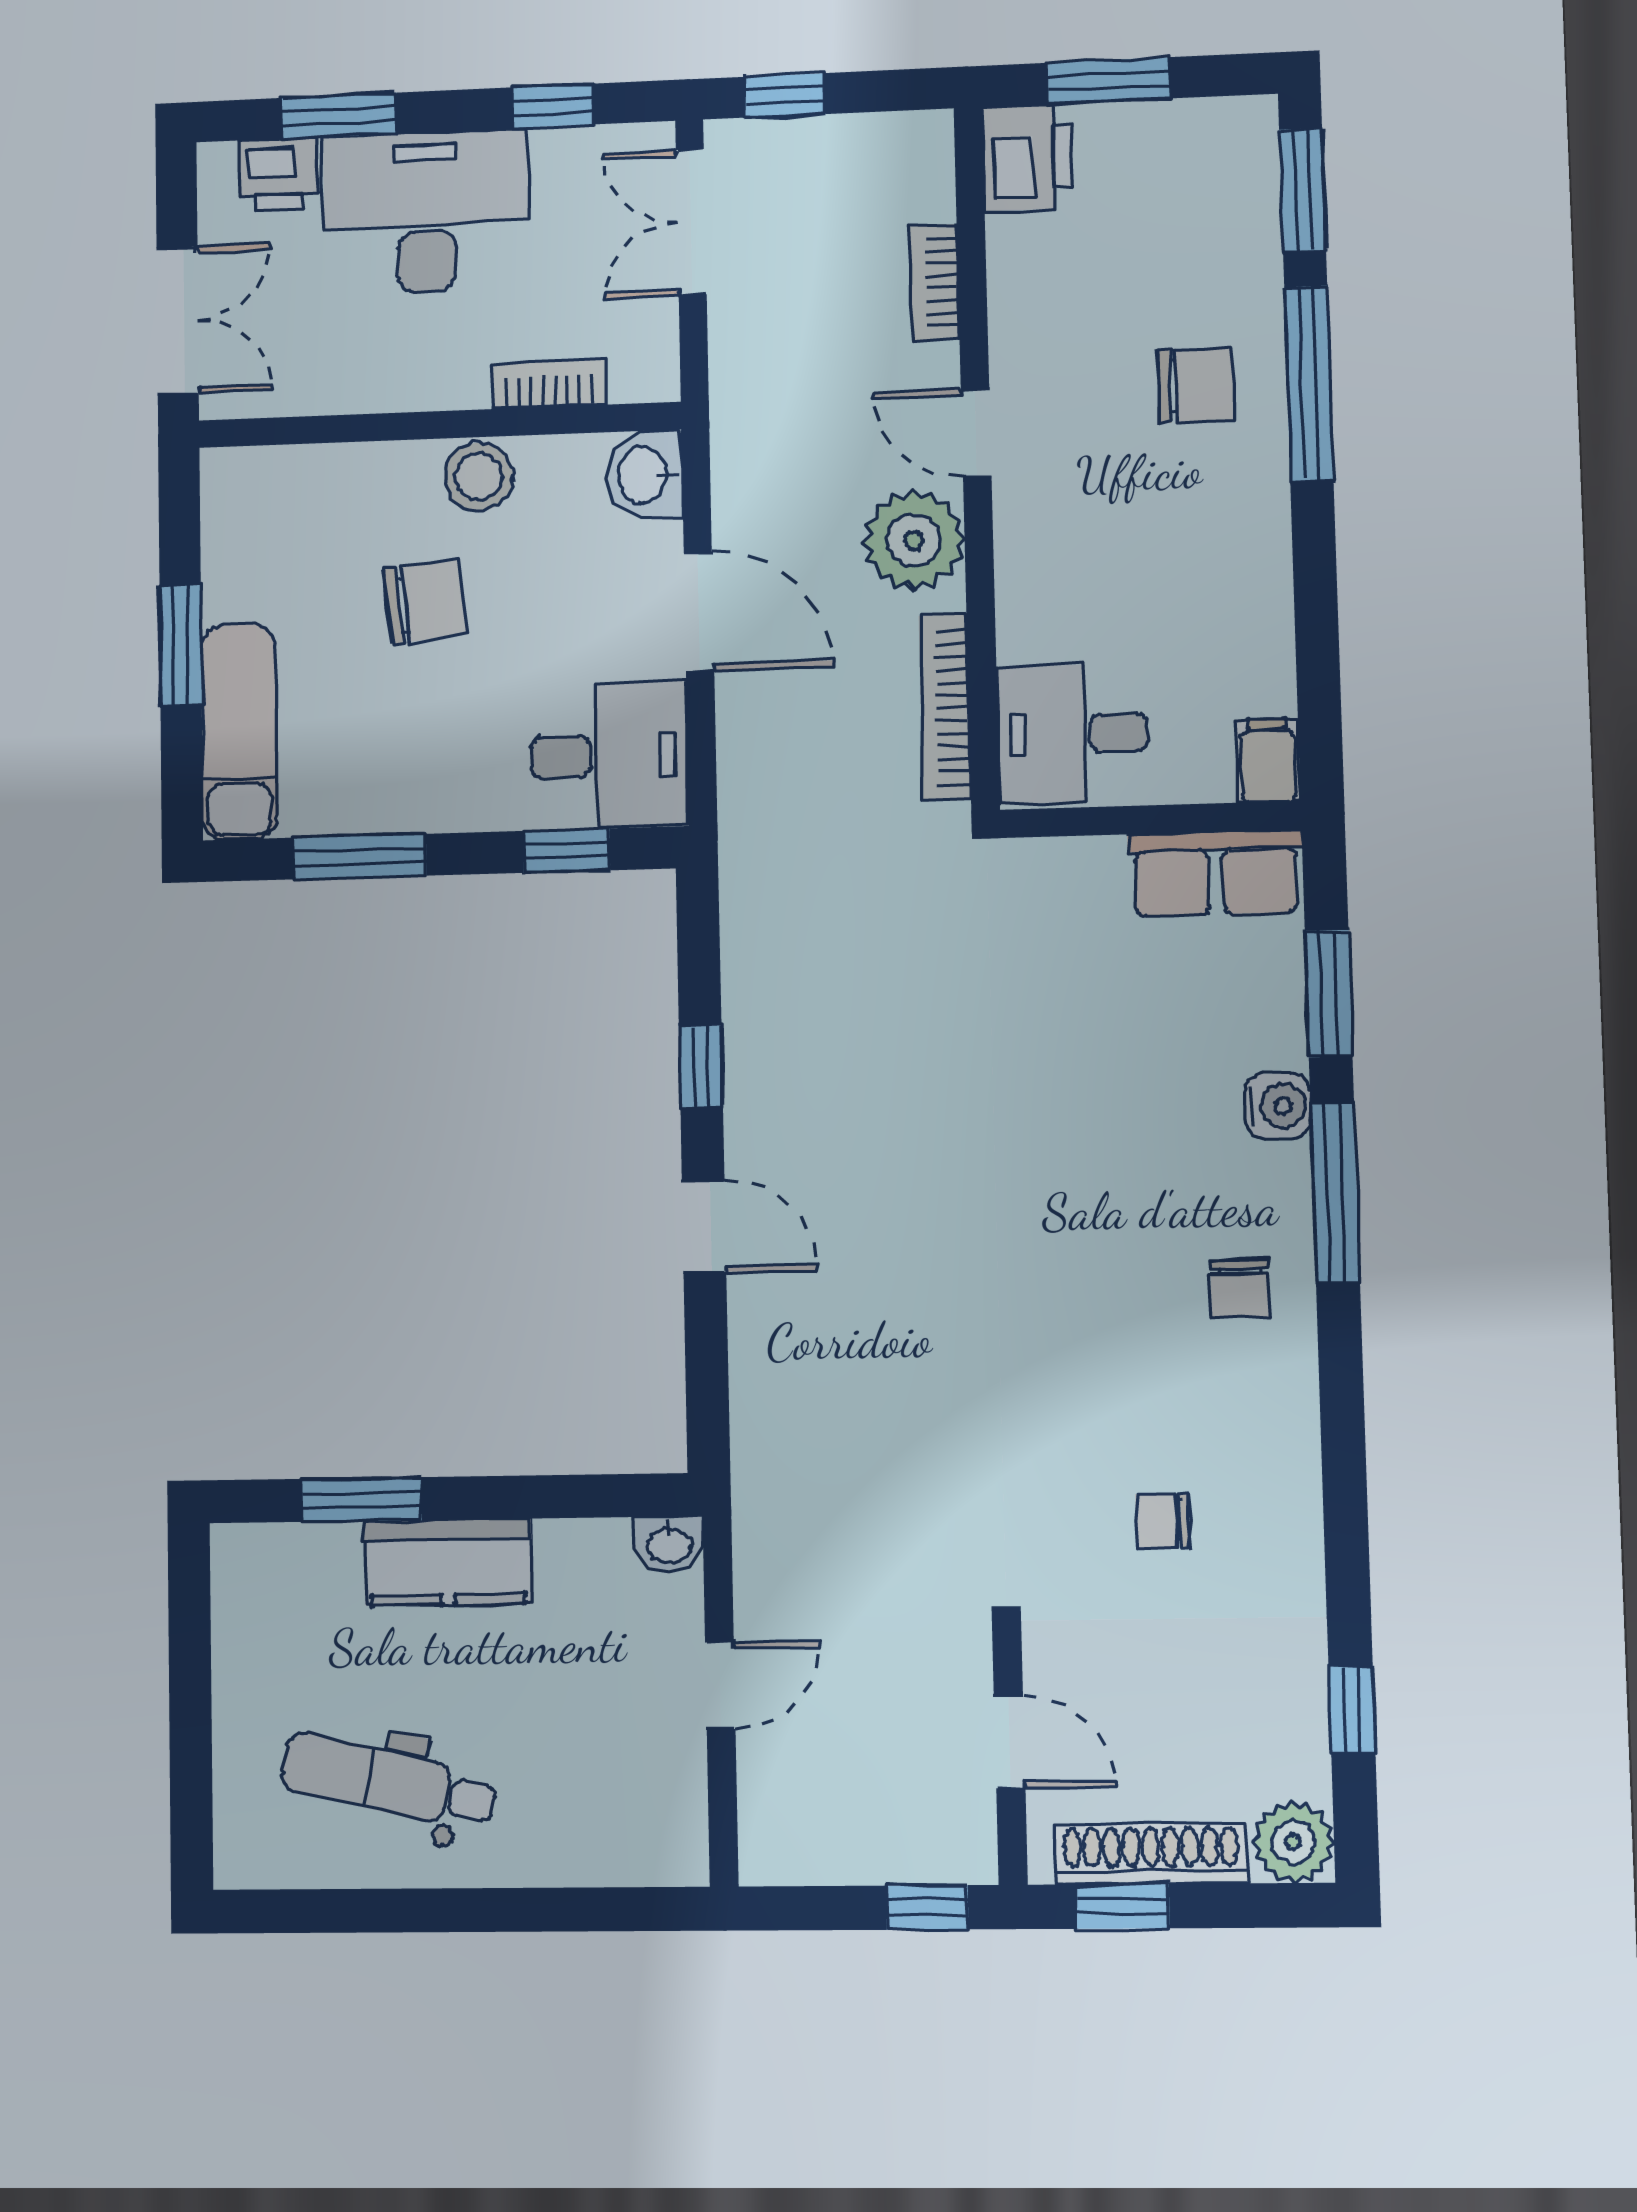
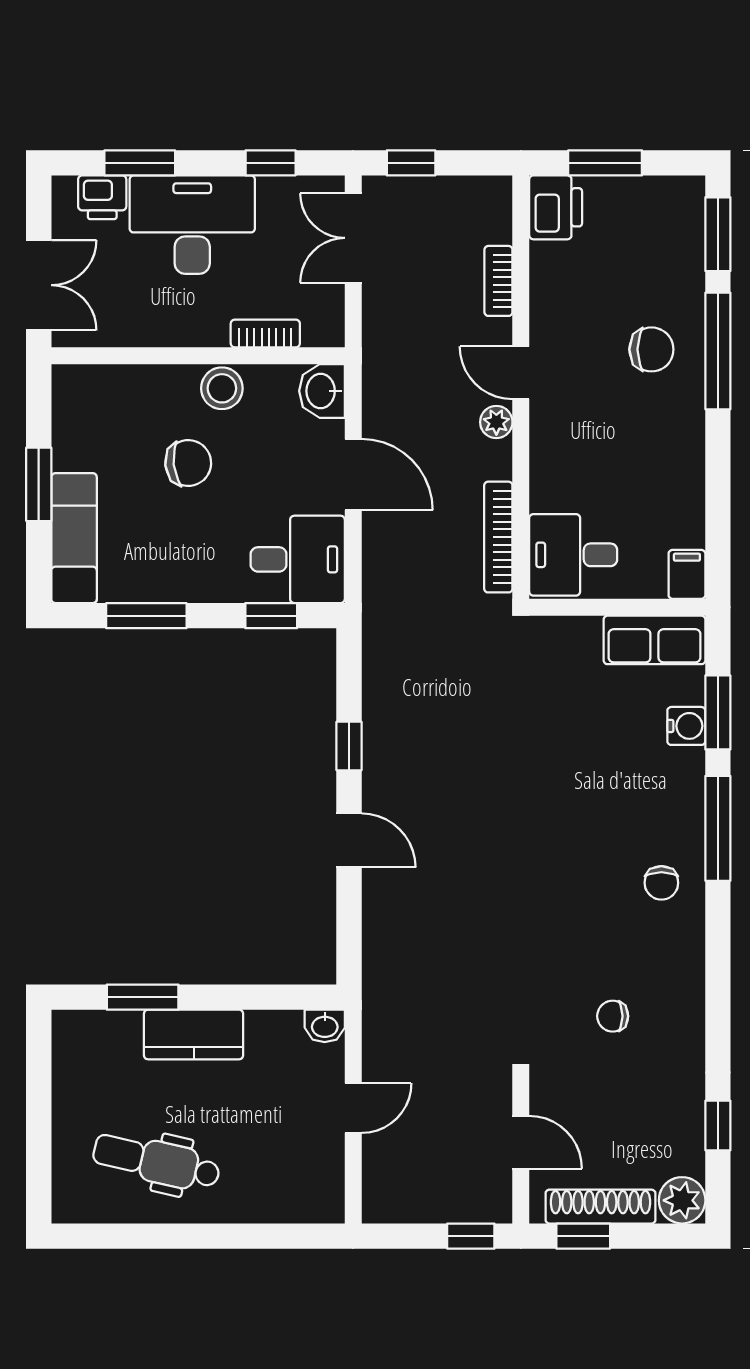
plant: (914, 540) -> (496, 422), width x0.53, depth x0.53
water cooler: (1278, 1106) -> (686, 726), moved

